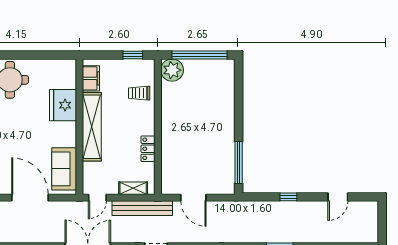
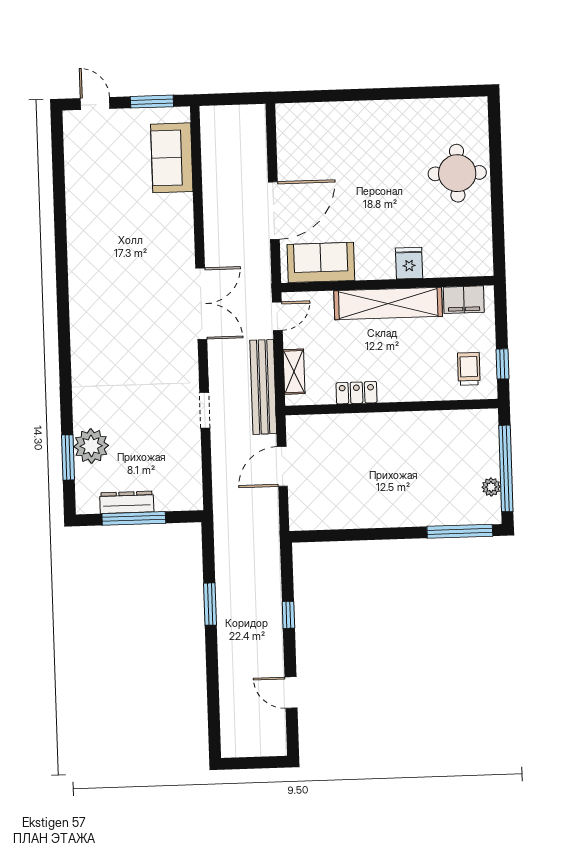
plant: (172, 70) -> (491, 487), moved, width x0.53, depth x0.53
trolley: (139, 93) -> (469, 369), moved
fridge: (63, 105) -> (409, 263), width x0.53, depth x0.75
window: (239, 162) -> (460, 531), moved
door: (97, 198) -> (277, 316), swing flipped

